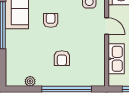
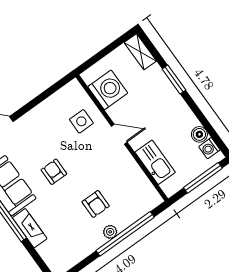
fireplace: (11, 44) -> (30, 228), added
plant: (30, 81) -> (110, 232), moved

